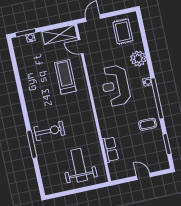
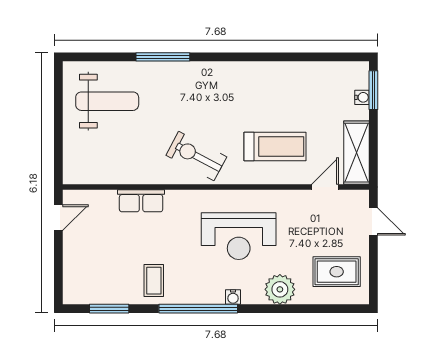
reception desk: (115, 86) -> (239, 236), turned 180
exercise bike: (49, 131) -> (196, 156), moved, turned 118
row of seats: (110, 149) -> (141, 201), moved
weight bench: (79, 165) -> (107, 101), moved
door: (143, 176) -> (58, 218), moved

